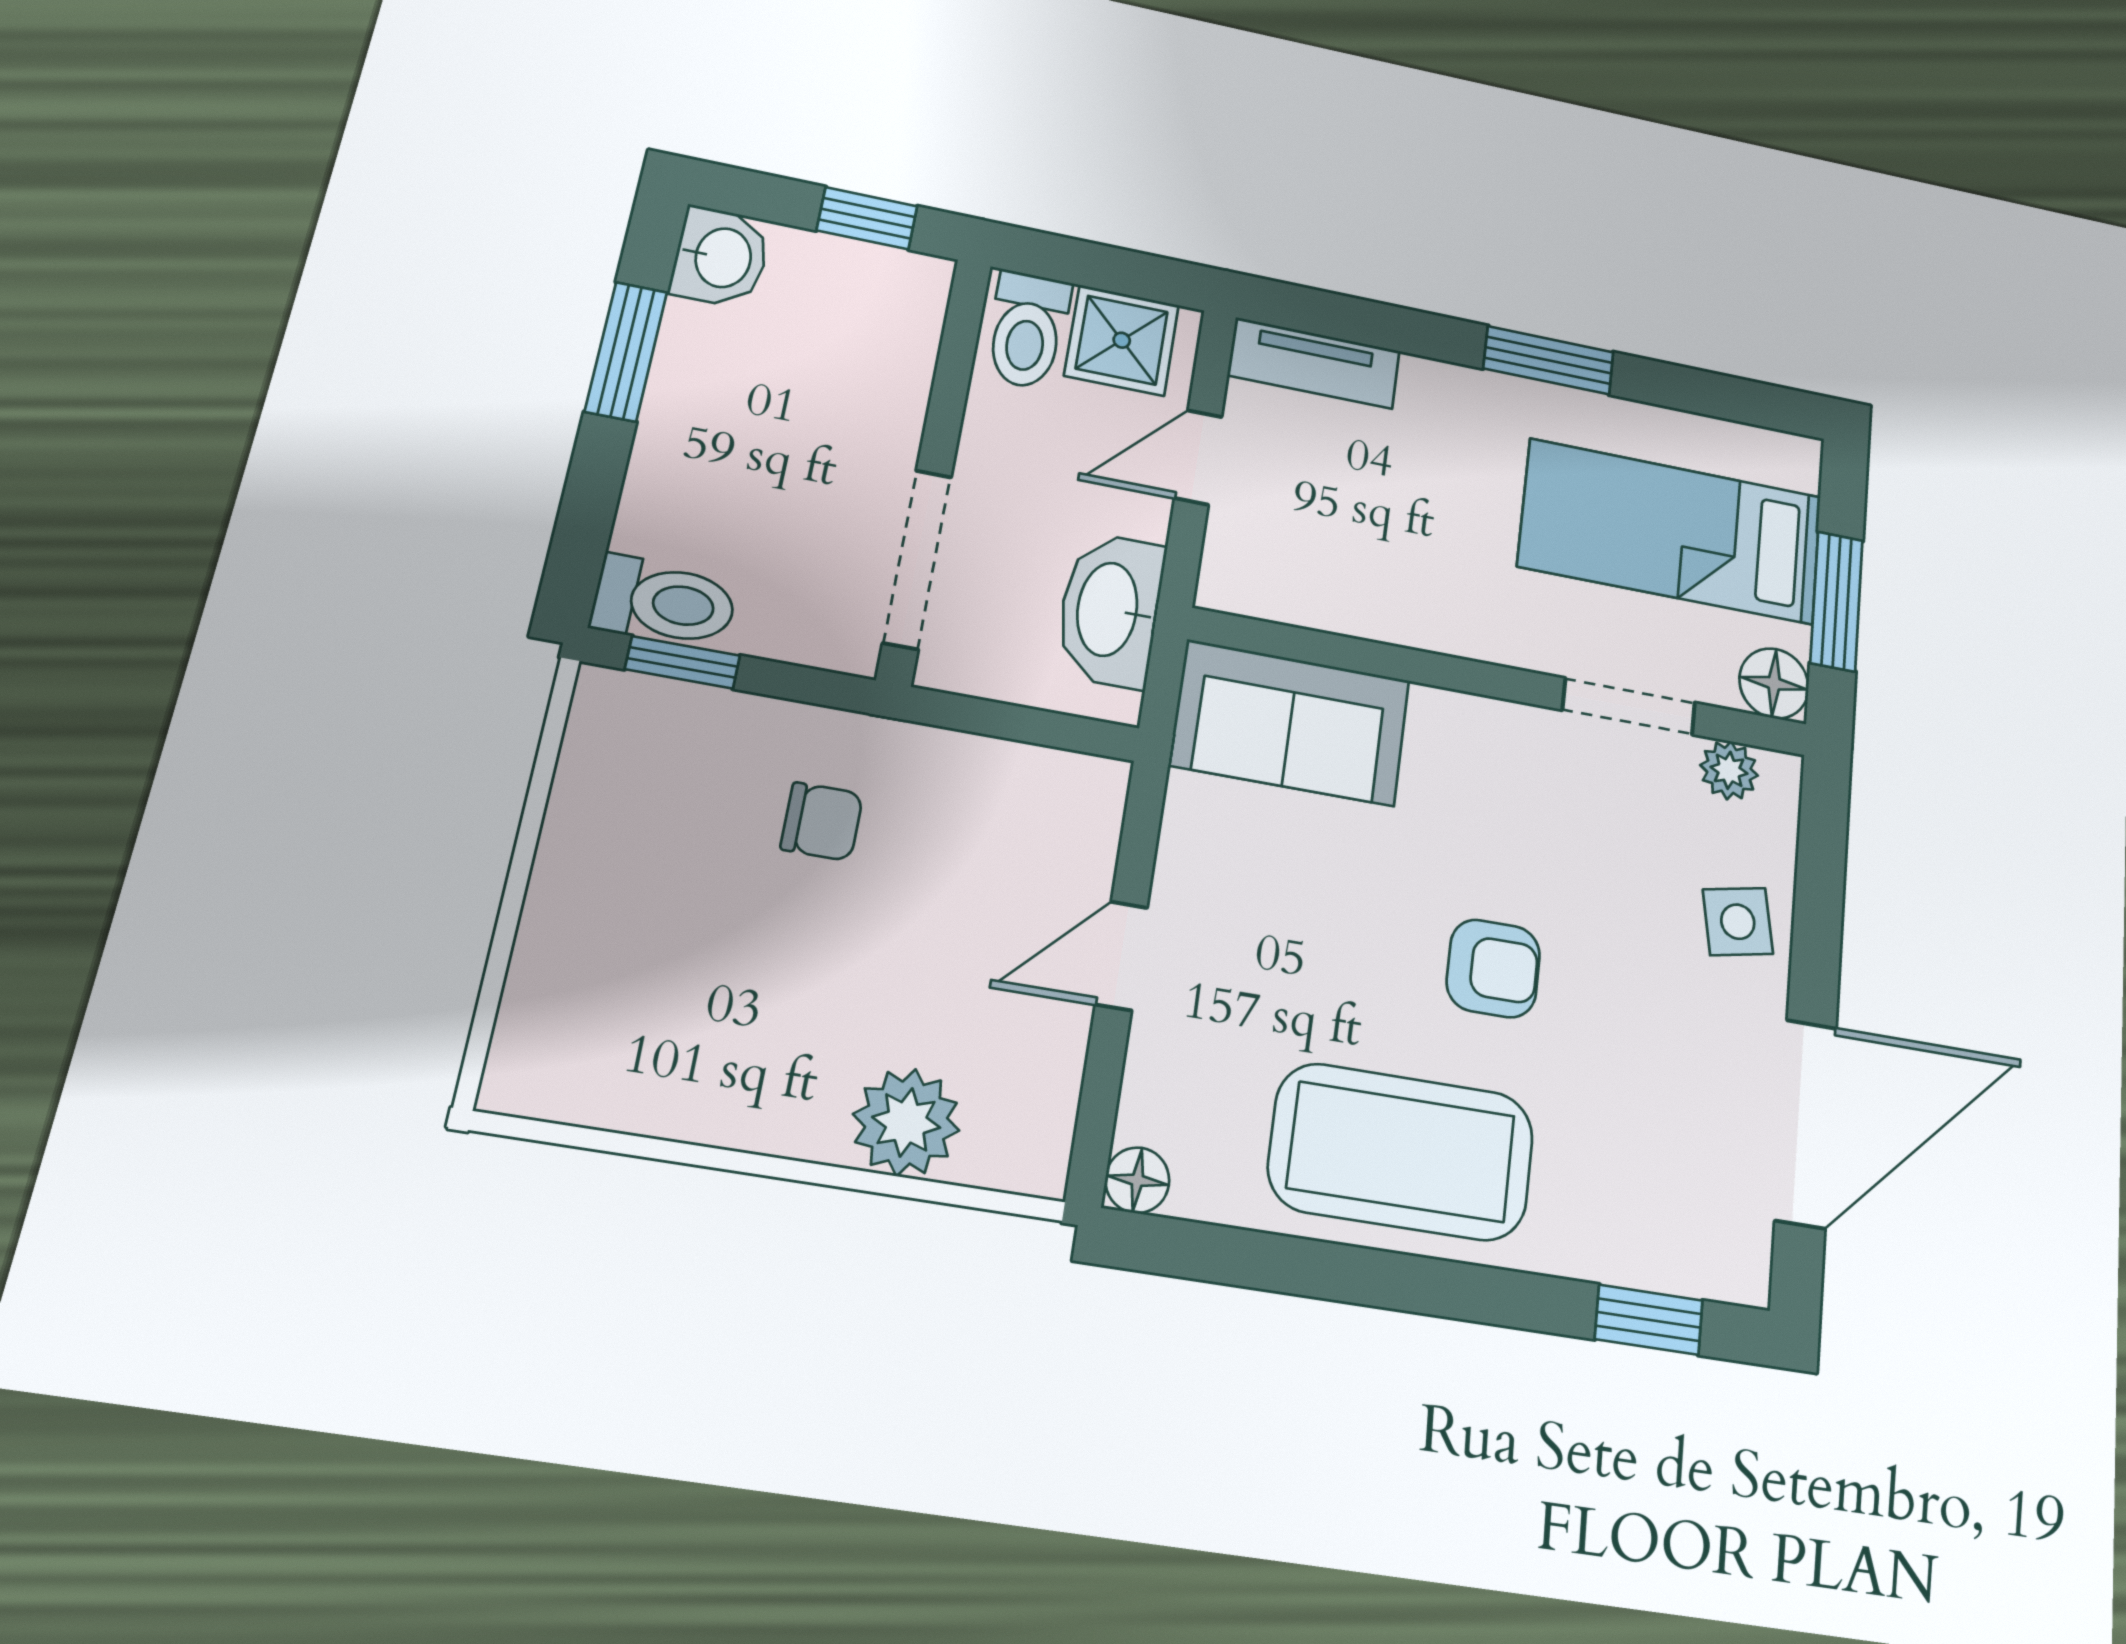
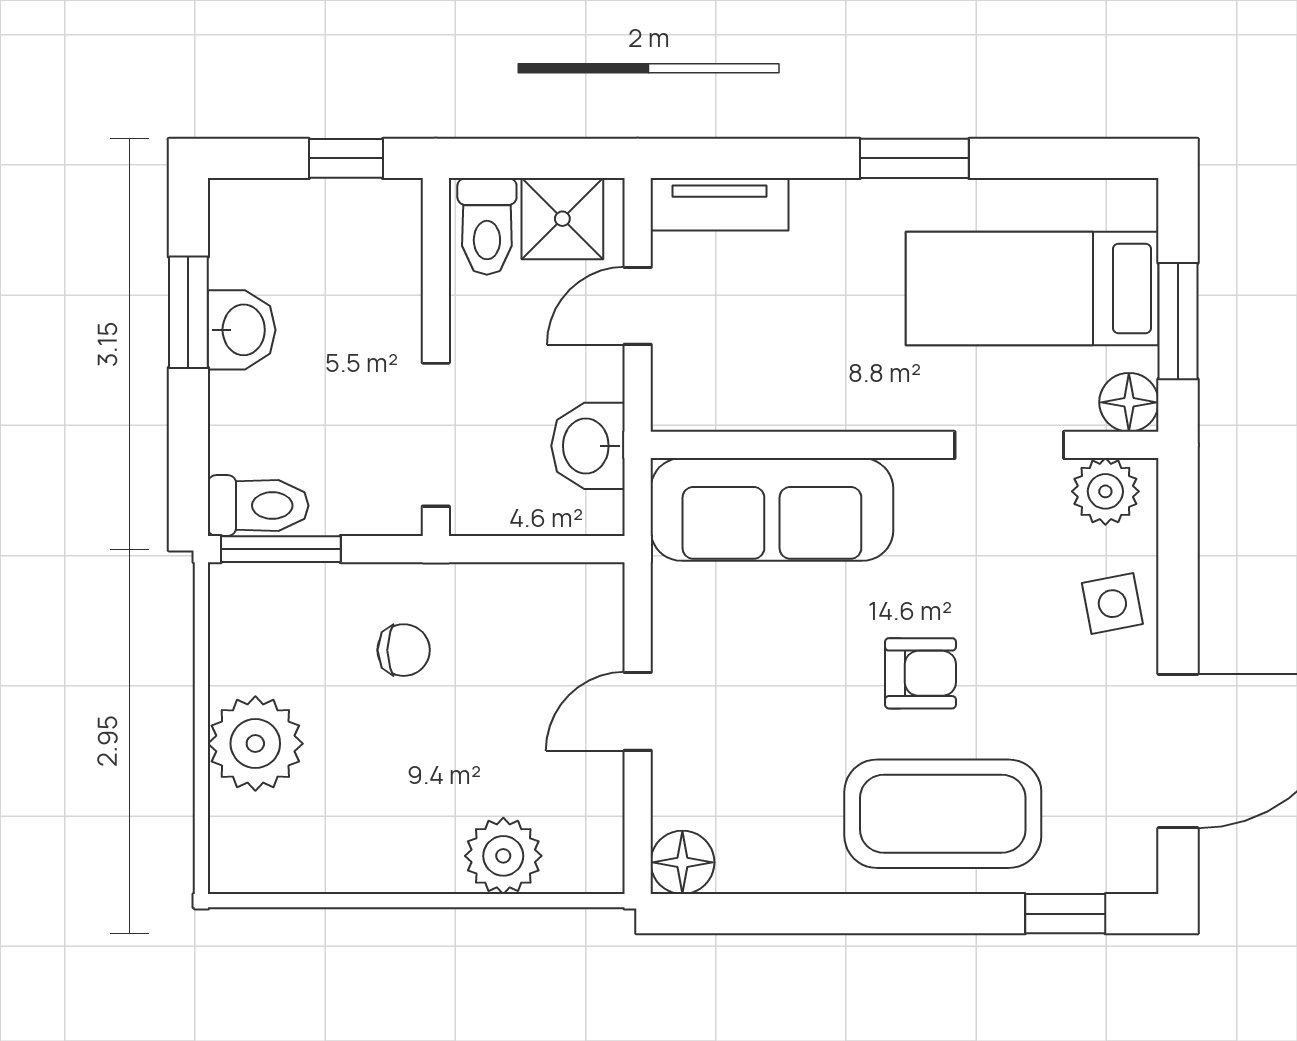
washbasin: (721, 257) -> (242, 330), moved
washbasin: (1110, 610) -> (588, 446), width x0.72
window: (682, 662) -> (281, 549), width x1.50
sofa: (1290, 723) -> (772, 509), width x1.36
plant: (1729, 770) -> (1105, 491), width x1.38, depth x1.38
plant: (590, 911) -> (255, 744), added
coffee table: (1401, 1152) -> (943, 814), moved
floor lamp: (1137, 1180) -> (682, 862), width x1.37, depth x1.37

